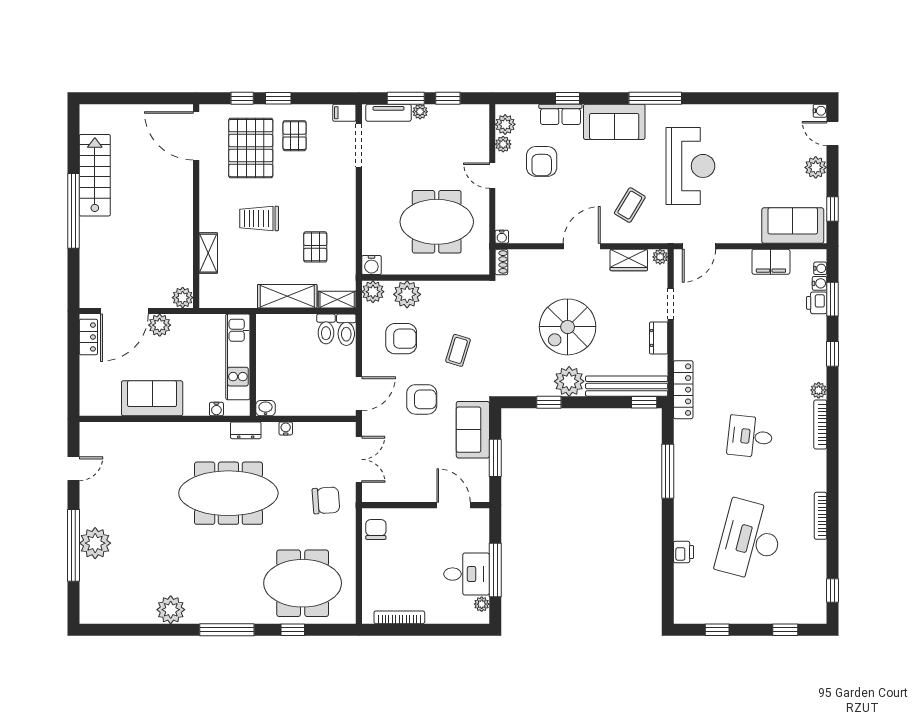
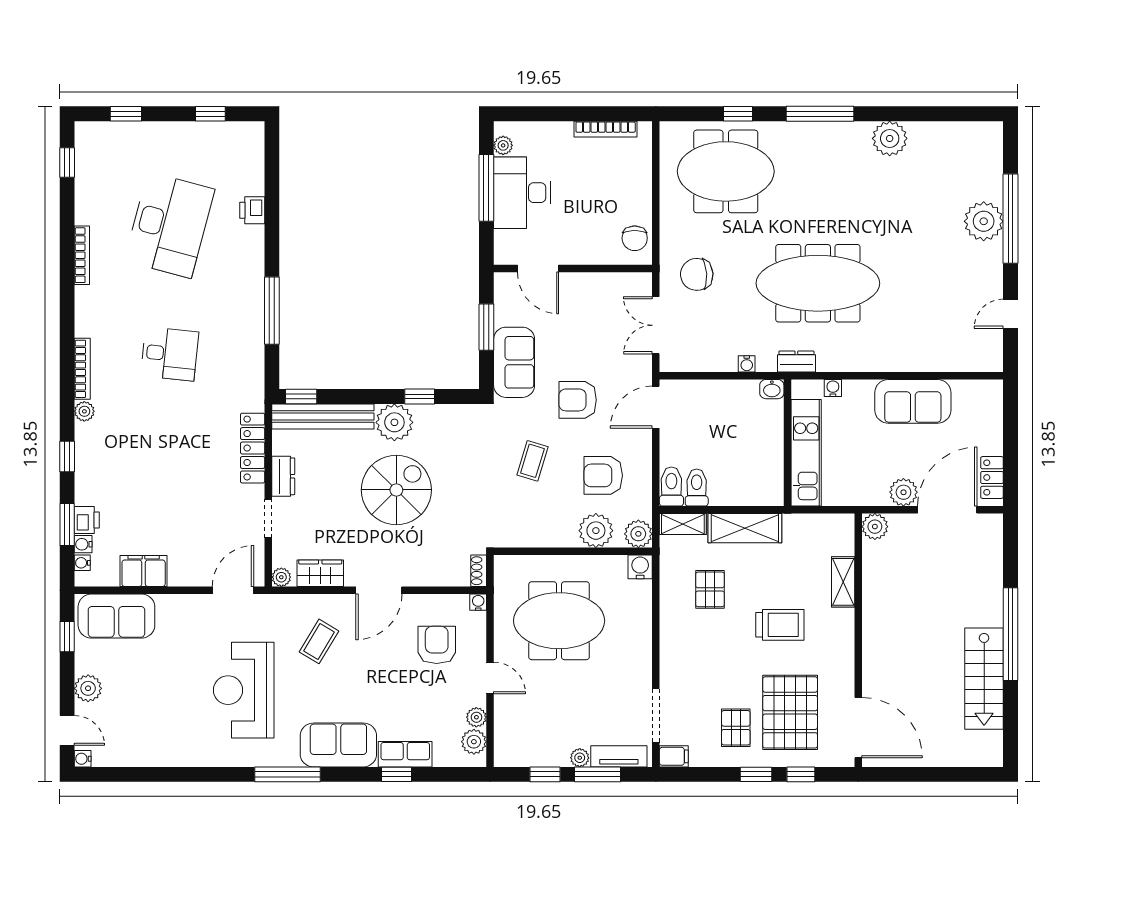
armchair: (542, 161) -> (437, 645), moved
locker: (683, 390) -> (253, 448), moved
desk: (467, 574) -> (522, 193), width x1.37

